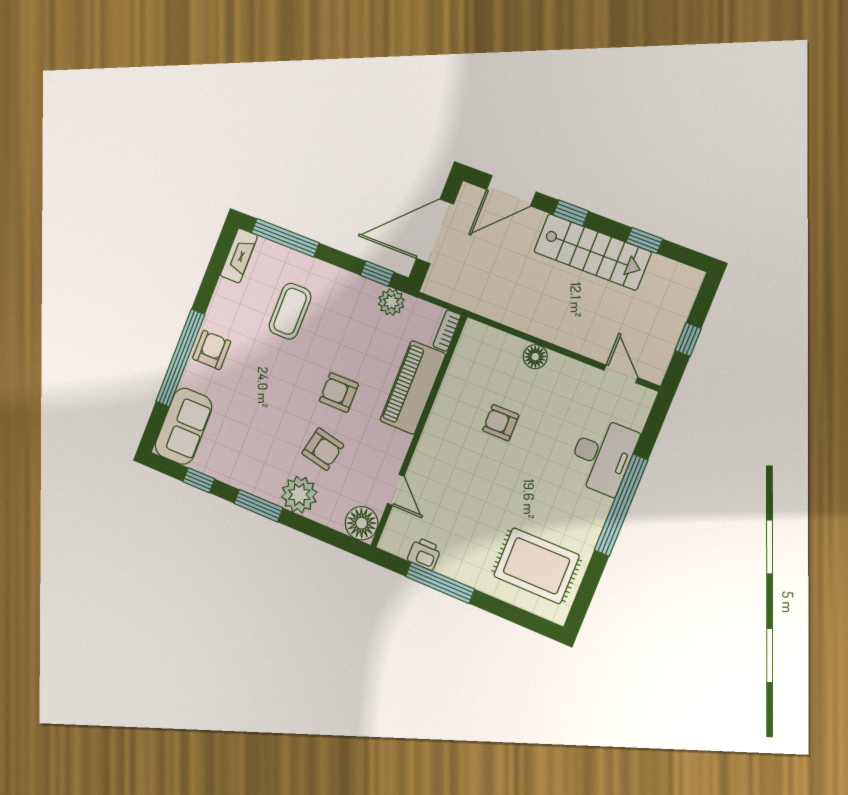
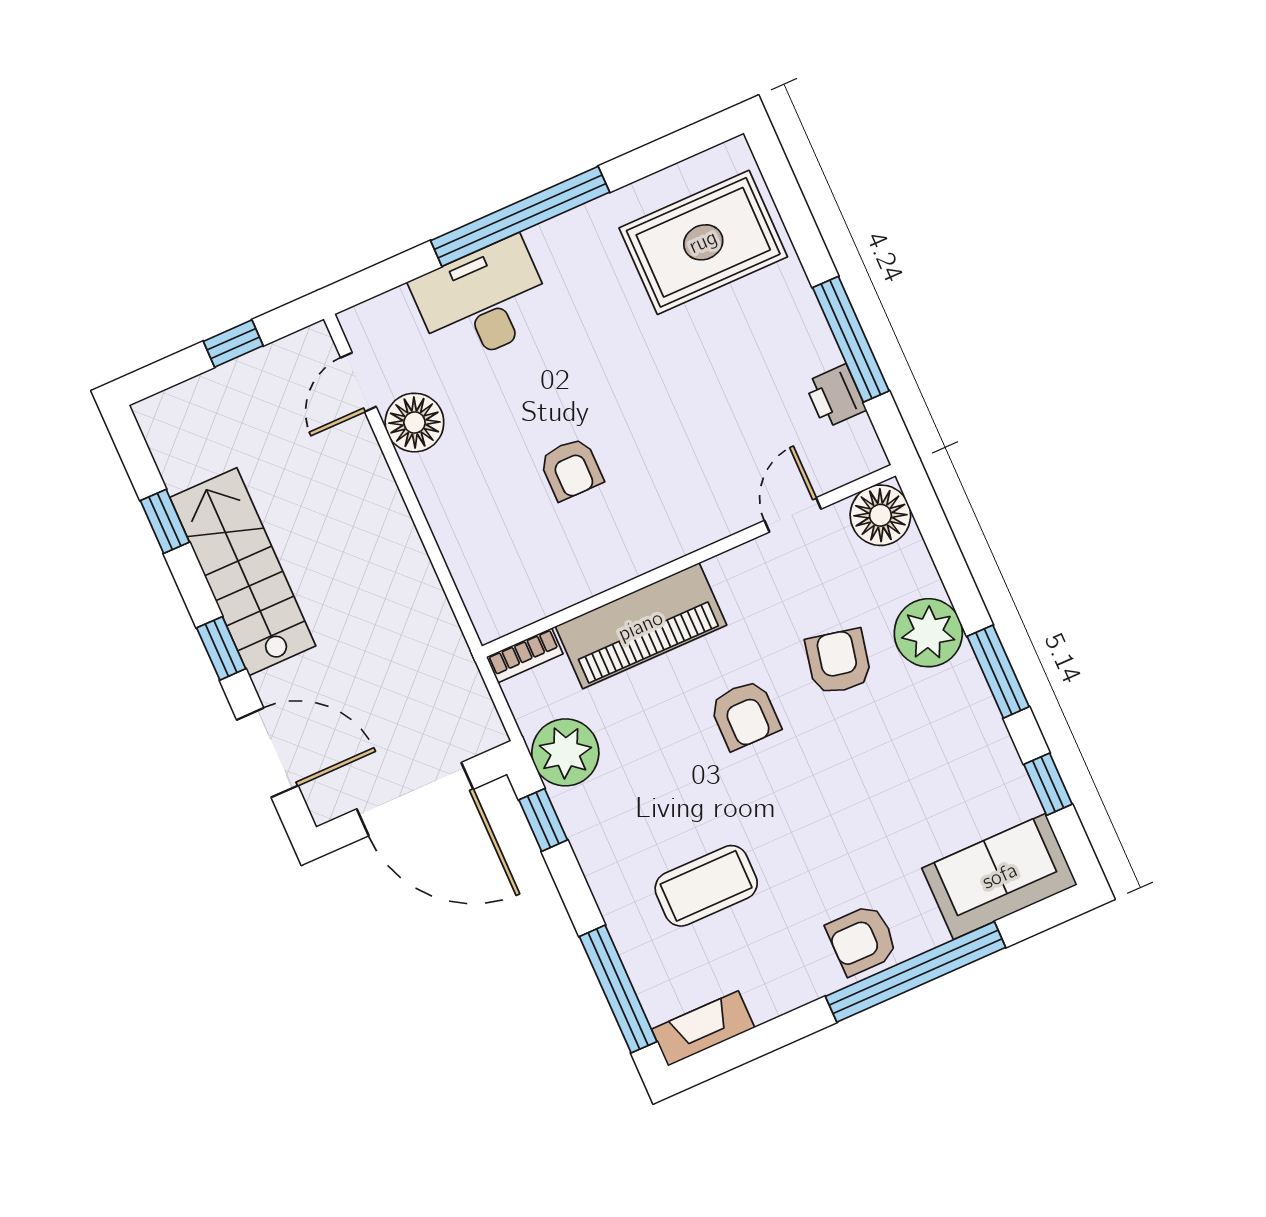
plant: (391, 302) -> (565, 752), width x1.36, depth x1.36
floor lamp: (535, 357) -> (414, 423), moved, width x1.38, depth x1.38
rug: (536, 566) -> (703, 242), turned 90

